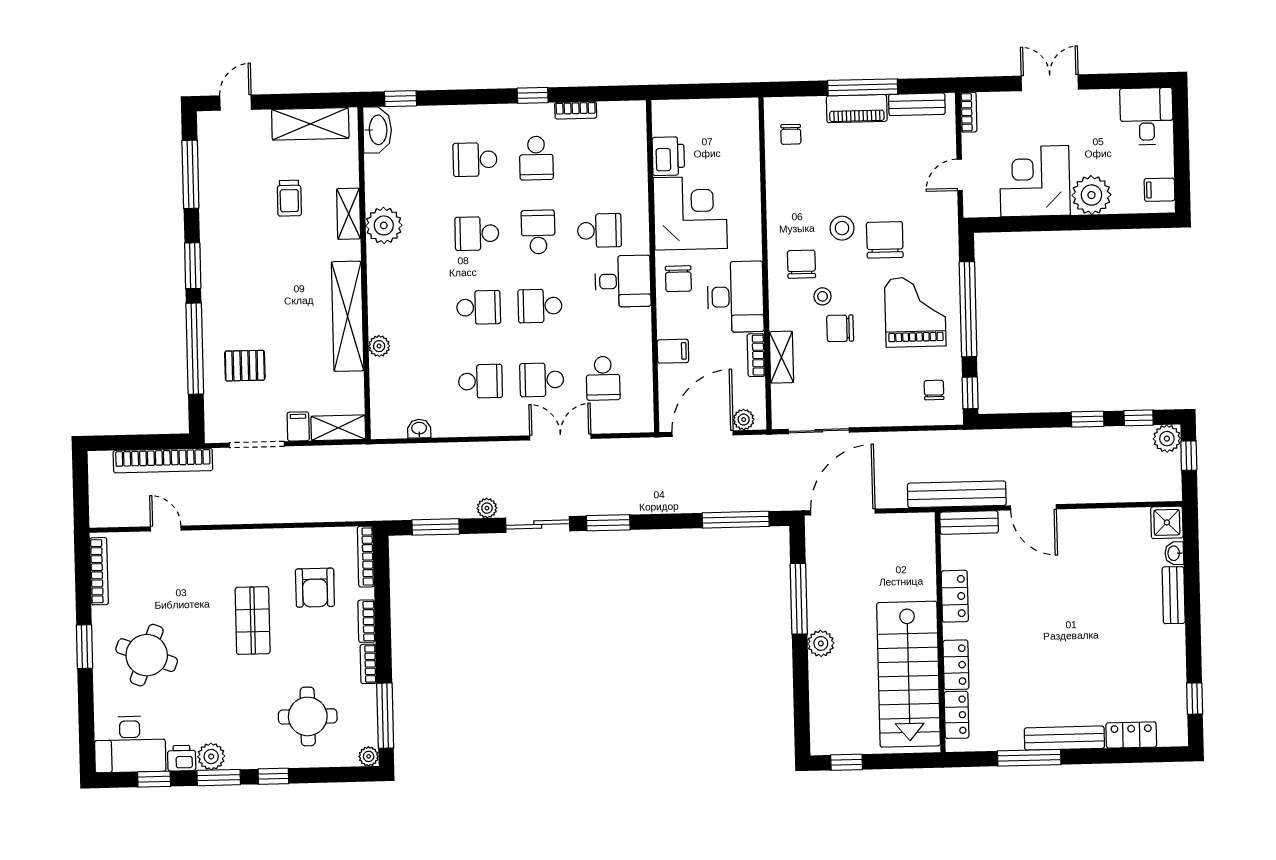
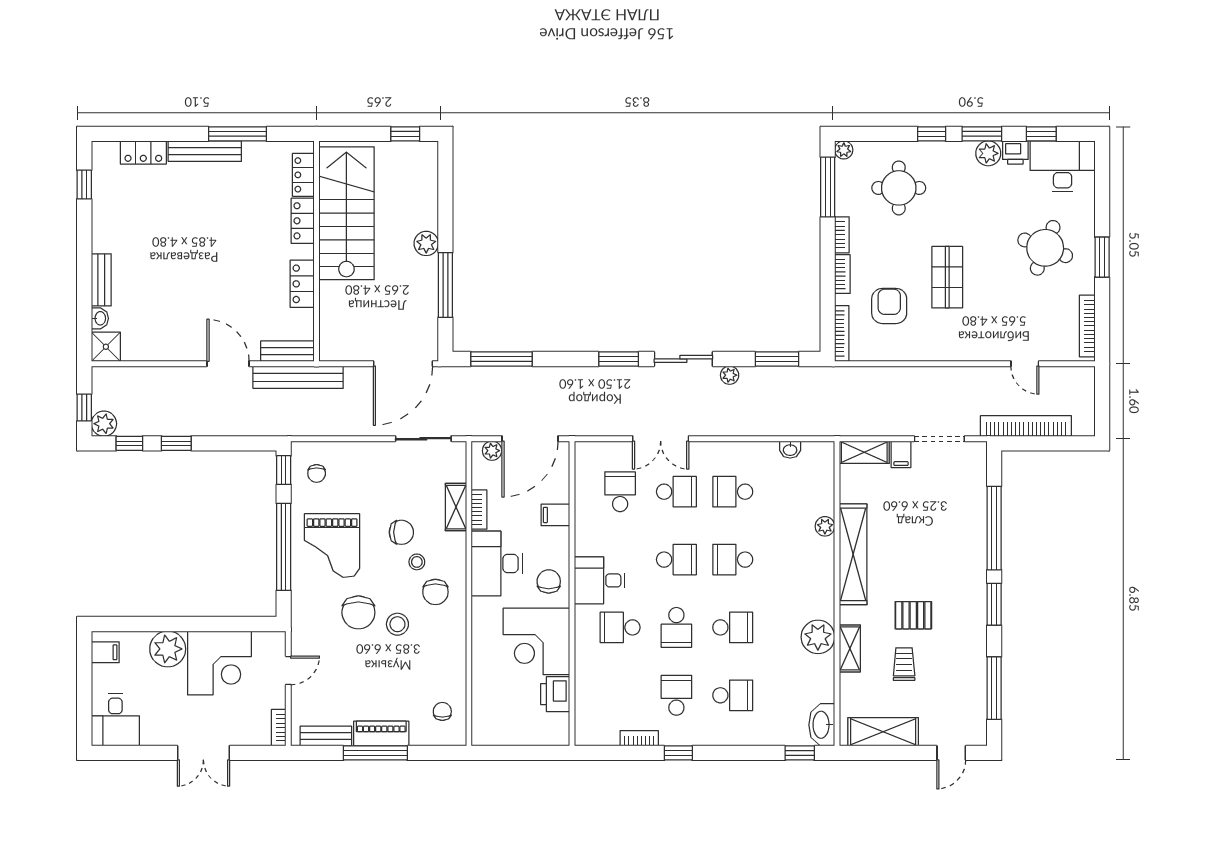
pallet: (245, 366) -> (913, 615), moved

